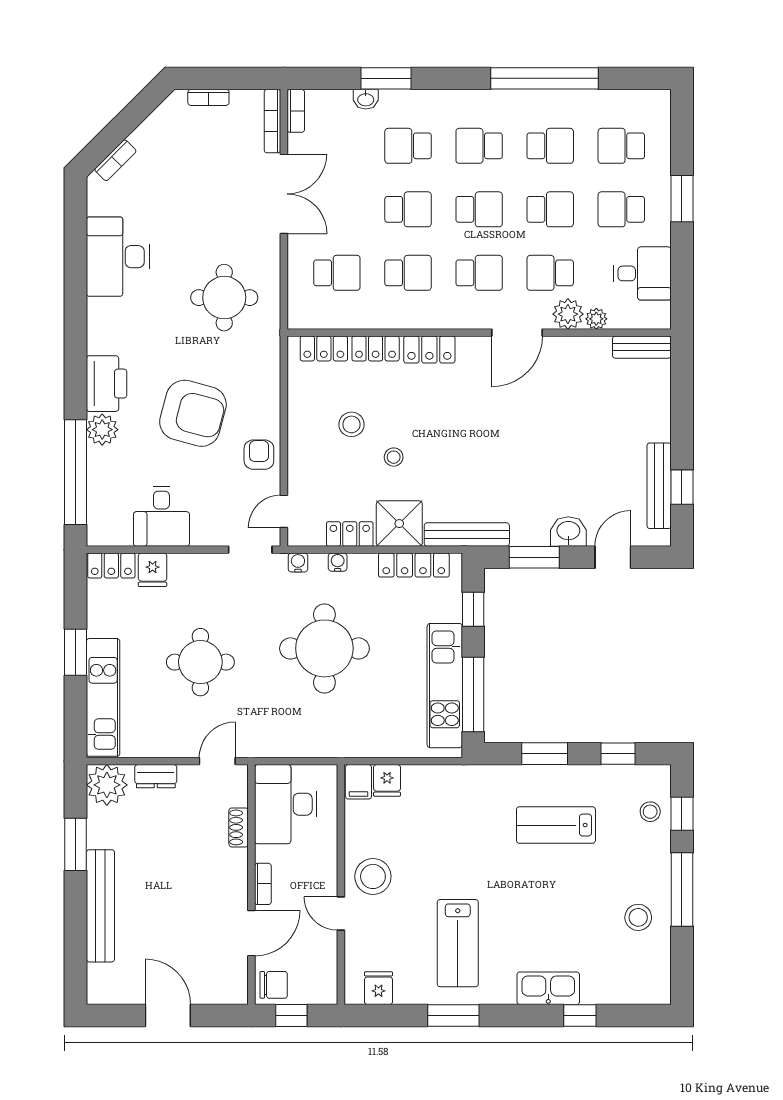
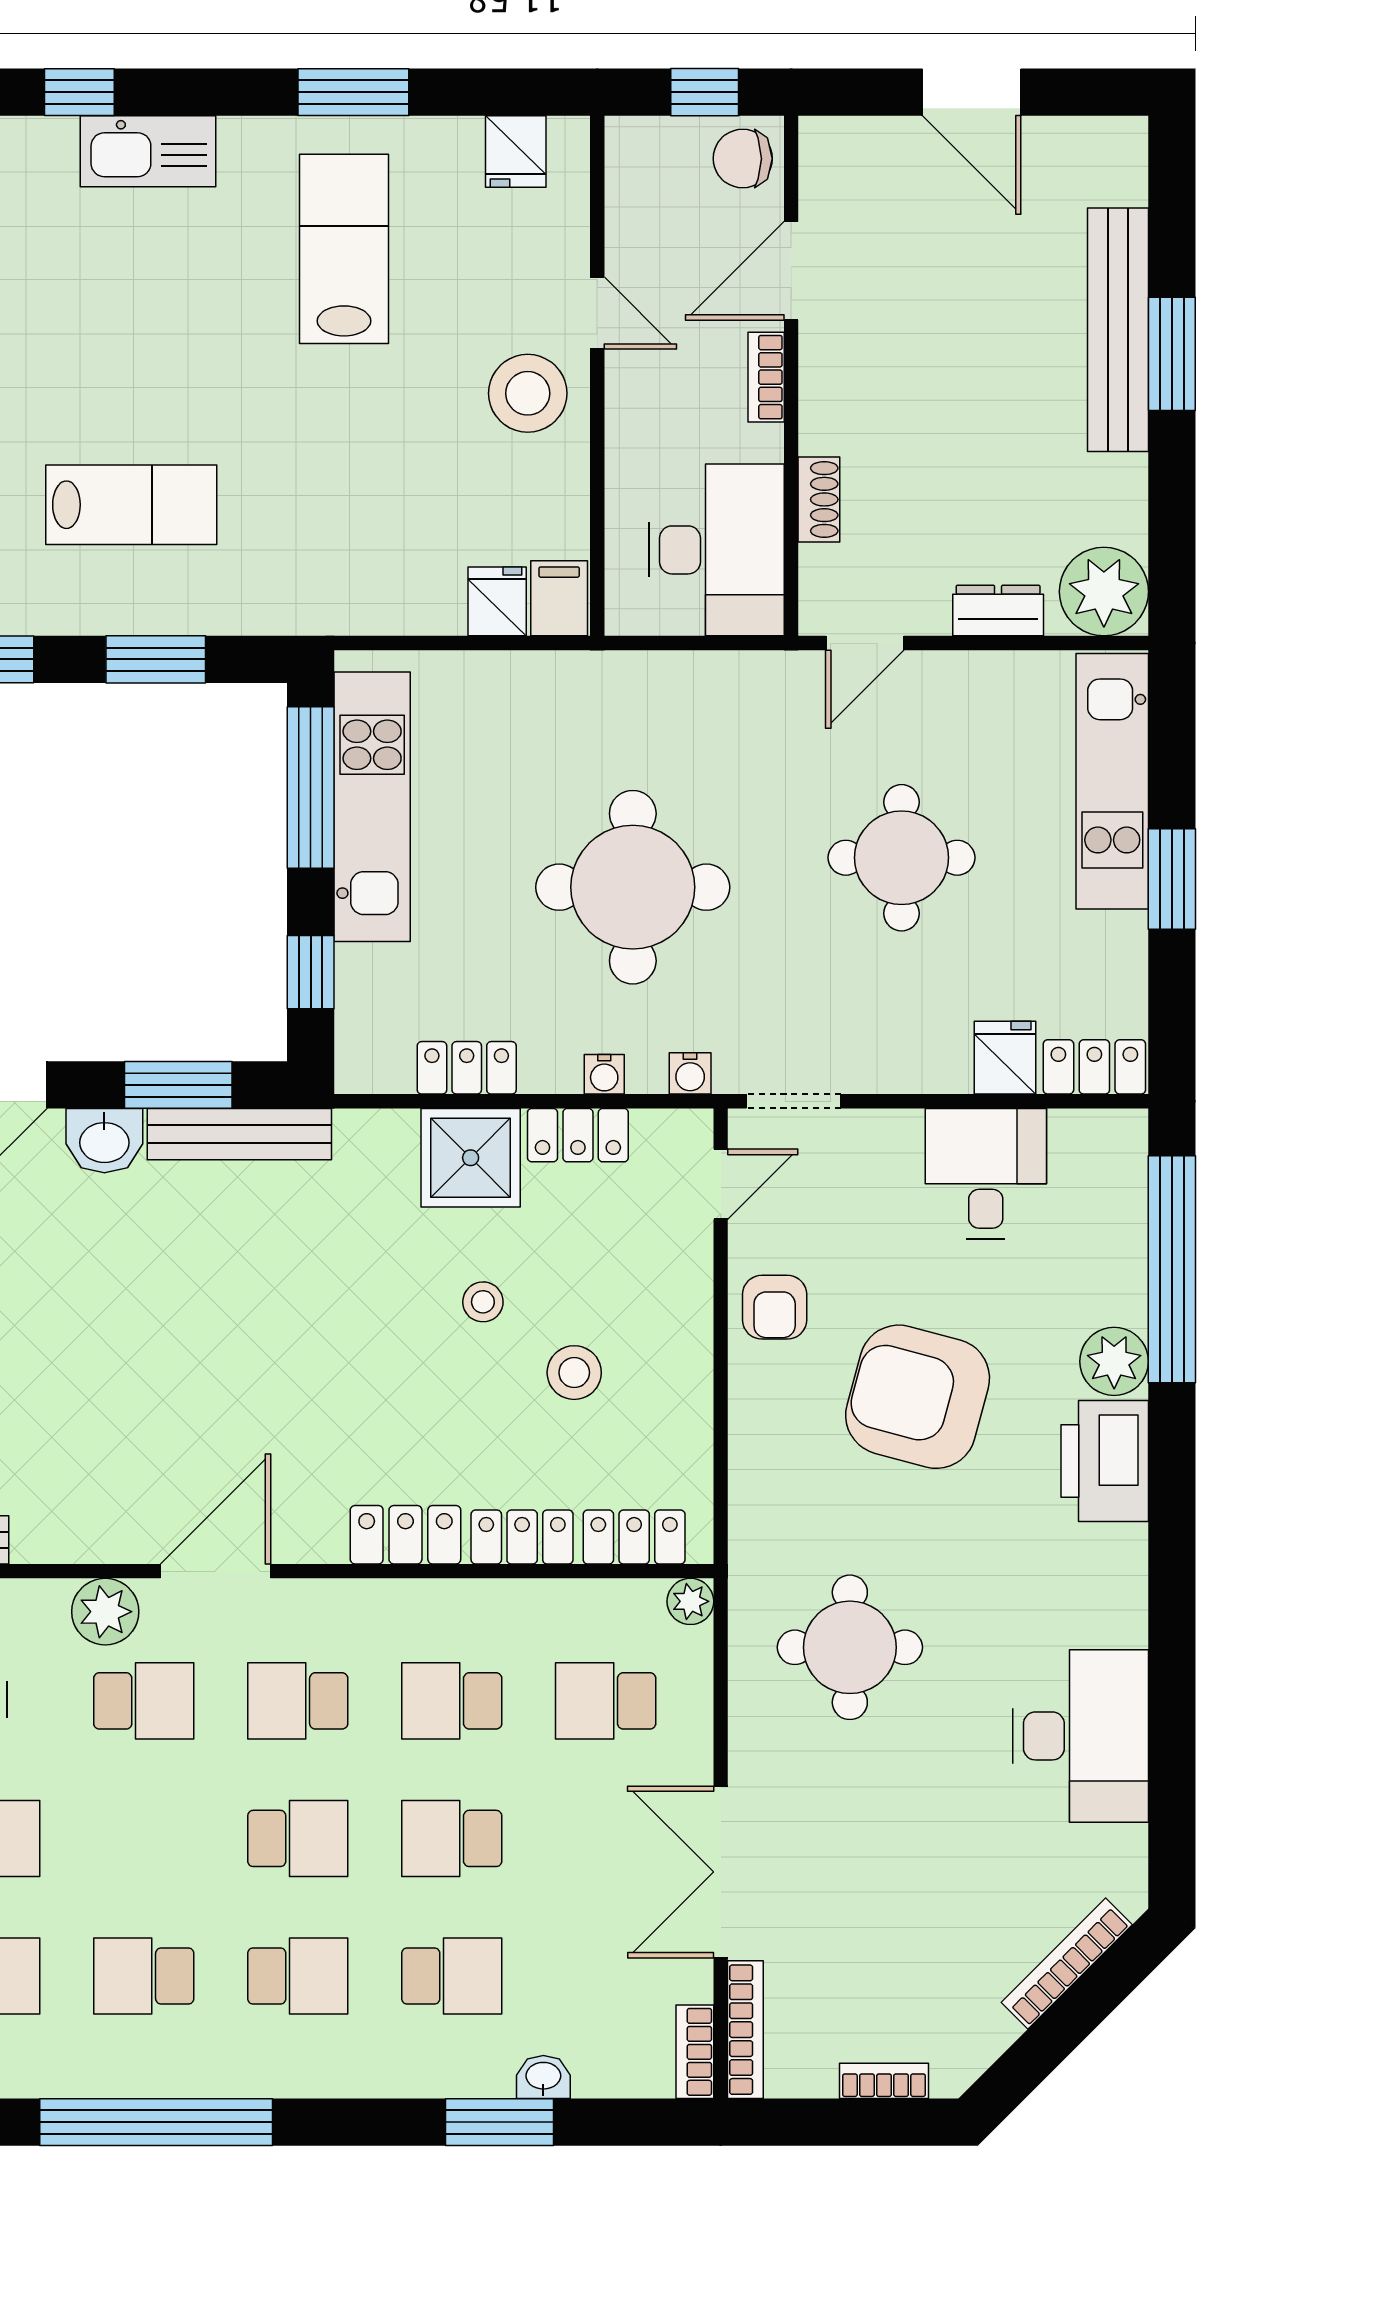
bookcase: (115, 160) -> (1067, 1964), width x1.56
school desk: (479, 209) -> (298, 1838), turned 180
school desk: (550, 209) -> (144, 1838), removed
plant: (596, 319) -> (690, 1601), moved
bench: (467, 535) -> (239, 1134), moved
locker: (414, 565) -> (467, 1068), width x0.66
window: (76, 844) -> (1172, 354), moved

